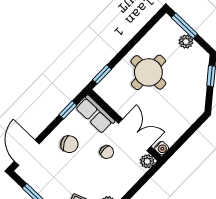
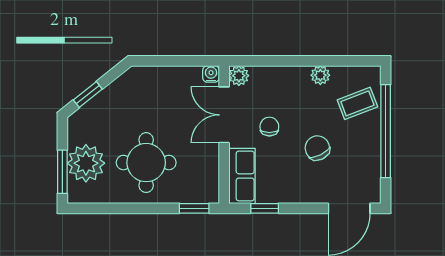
plant: (186, 42) -> (86, 163), width x1.88, depth x1.88
chair: (69, 144) -> (317, 148), moved

